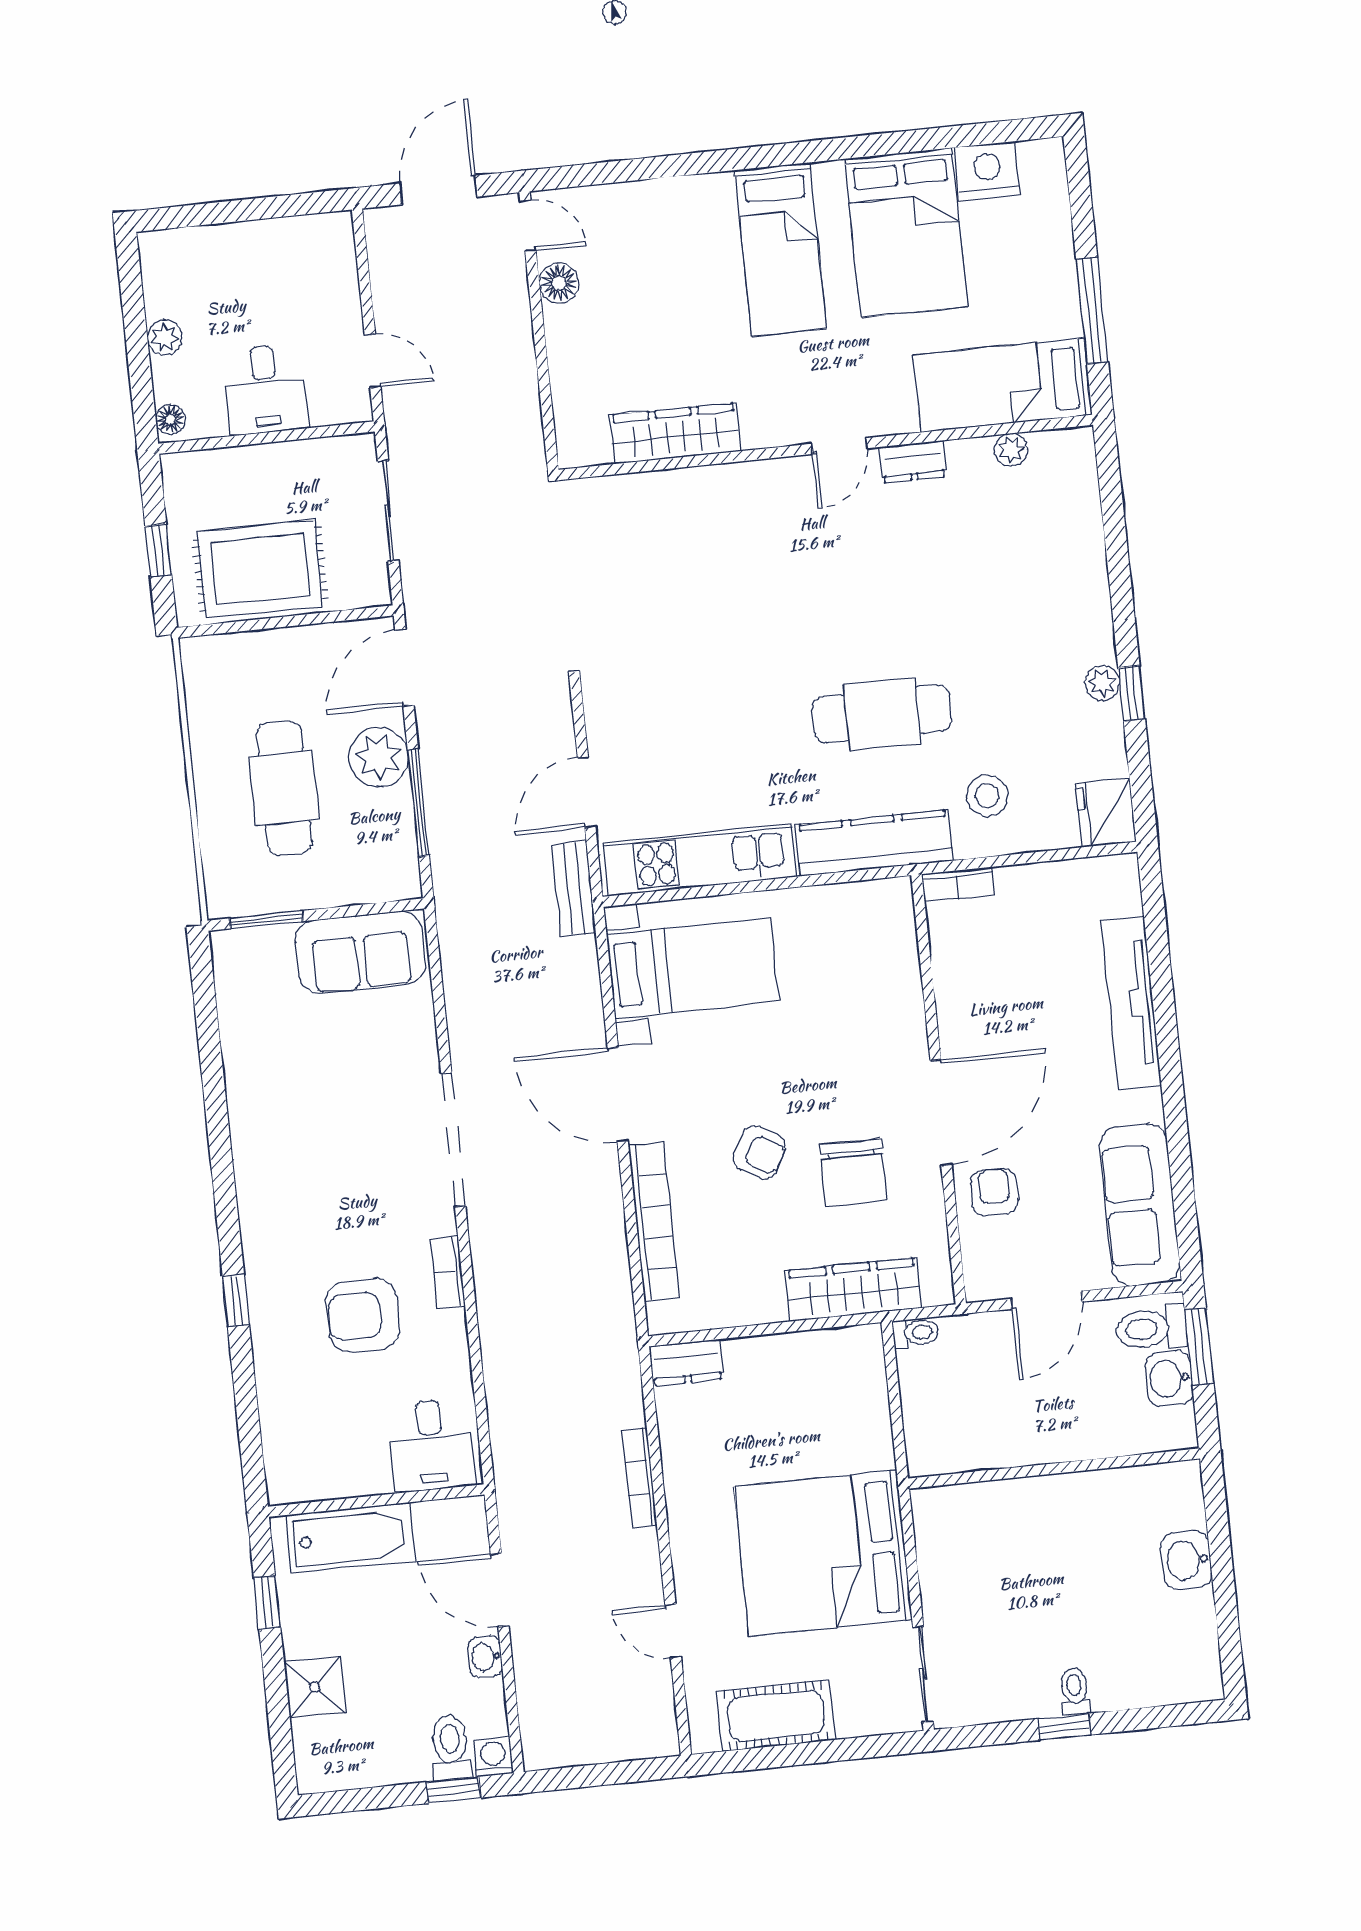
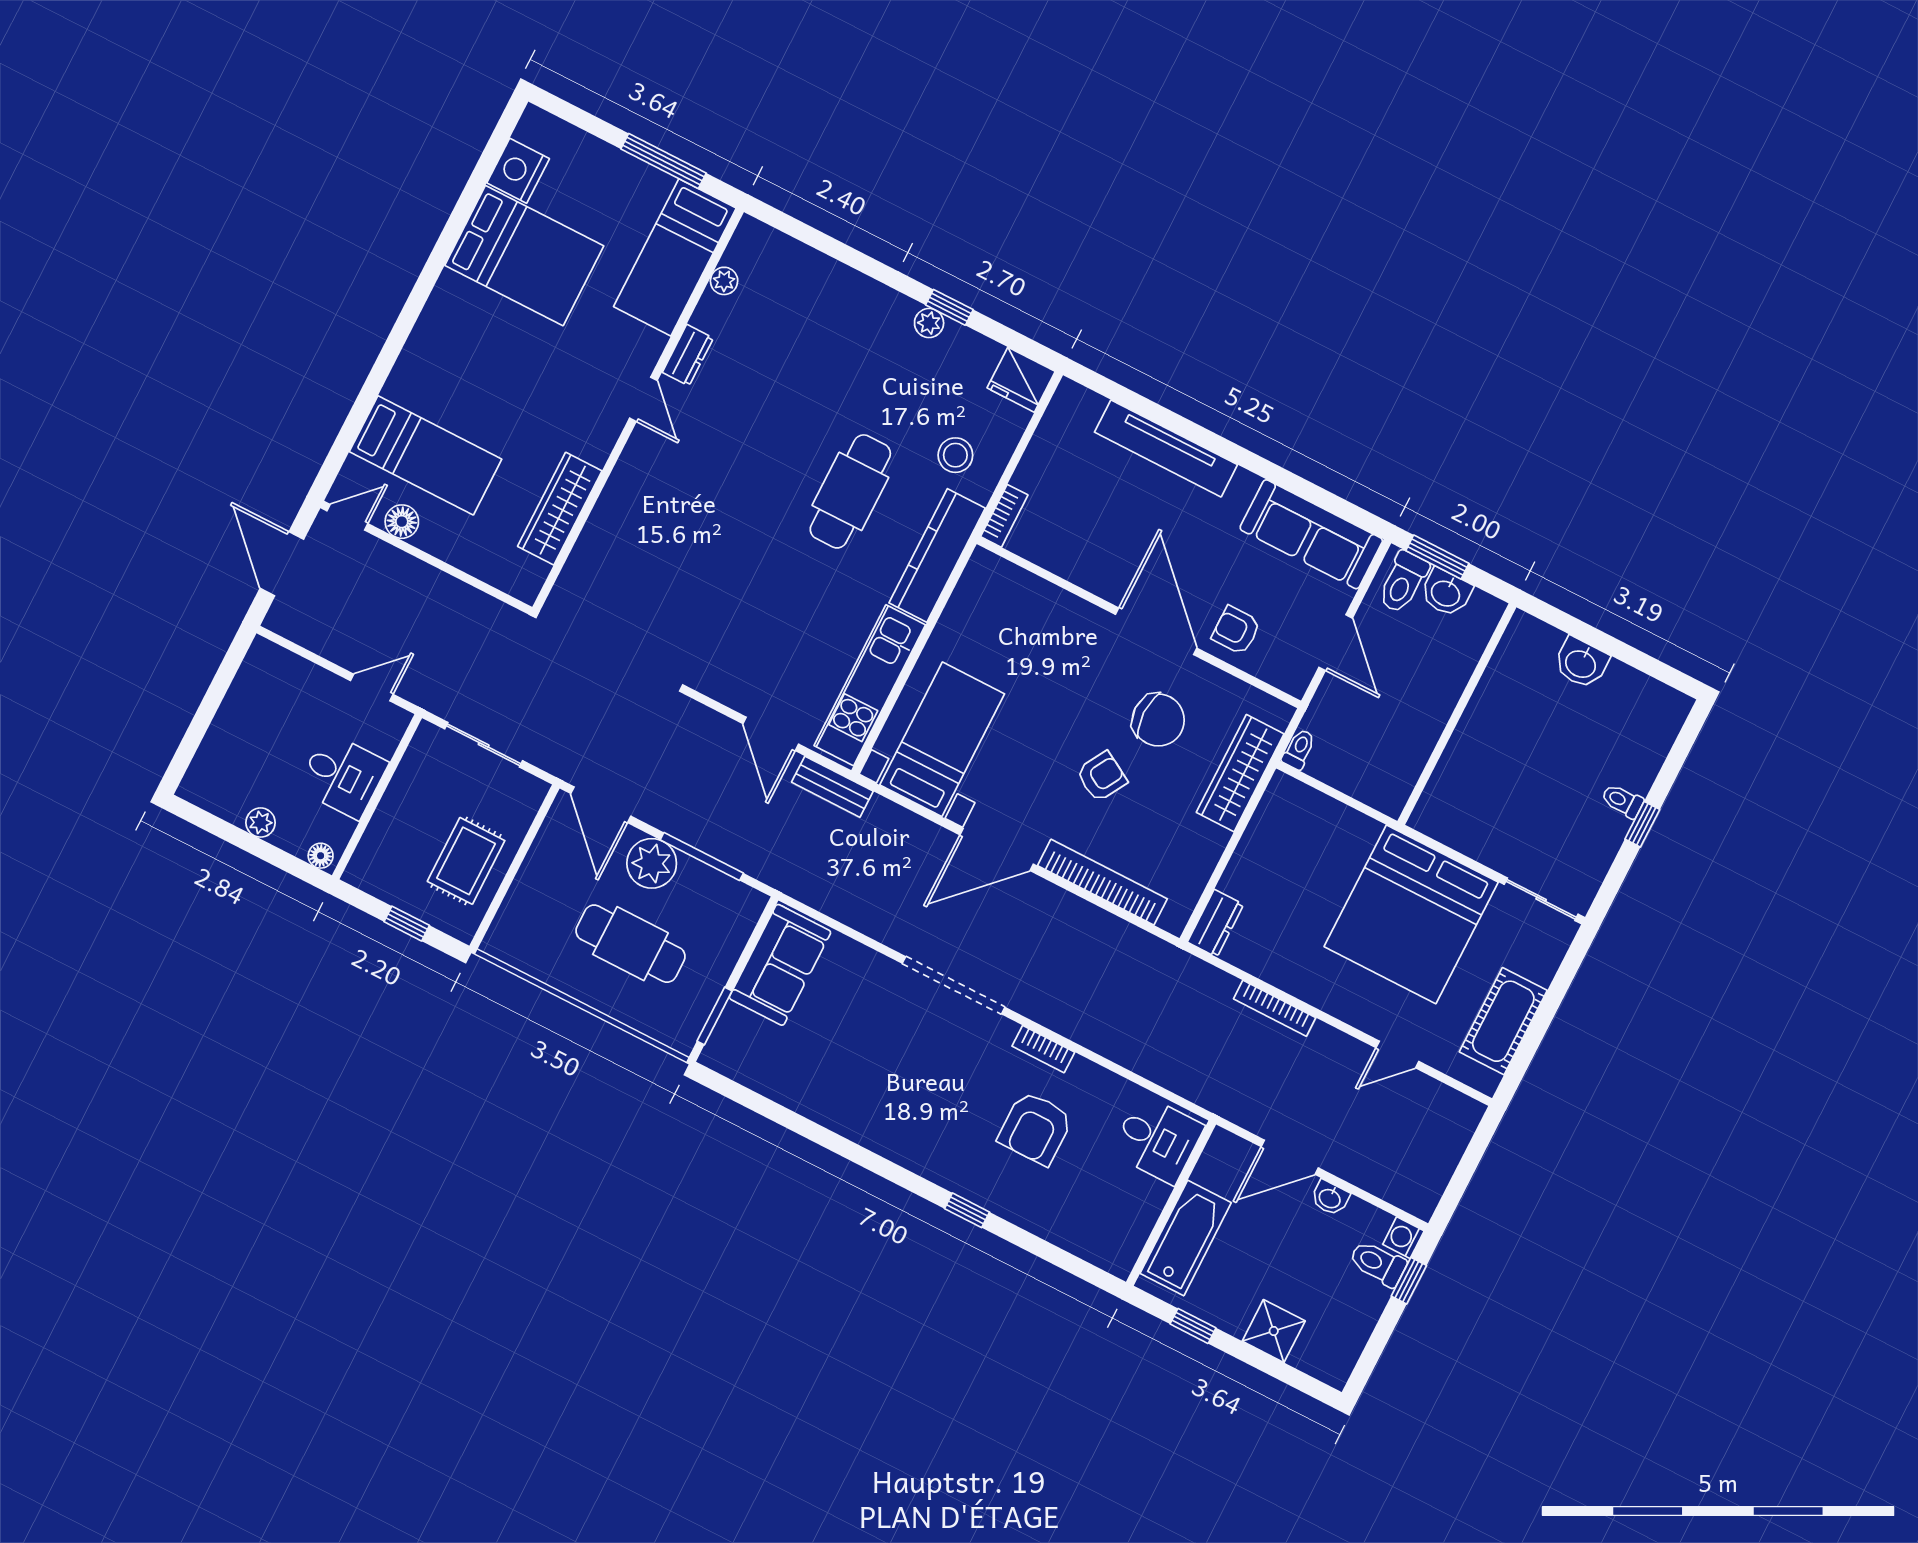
bed: (781, 249) -> (426, 455), moved
rug: (260, 569) -> (466, 861), width x0.73, depth x0.70

